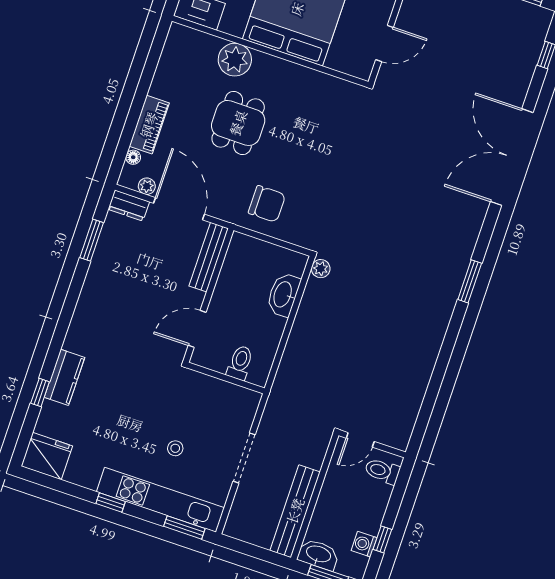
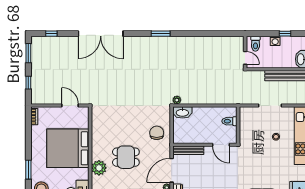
washbasin: (283, 295) -> (182, 112), moved
washing machine: (364, 544) -> (275, 41), moved

